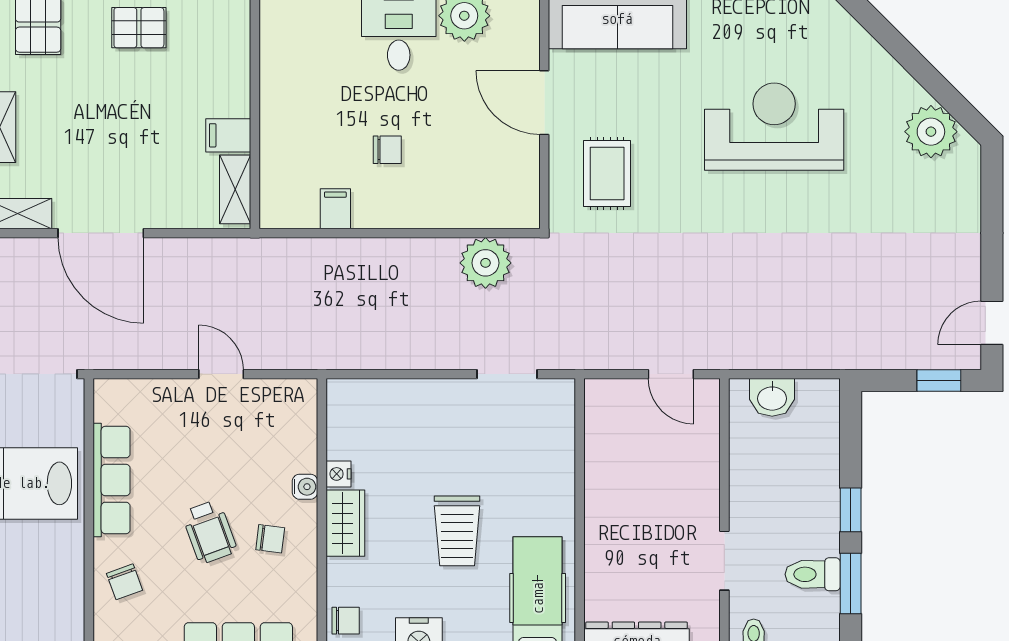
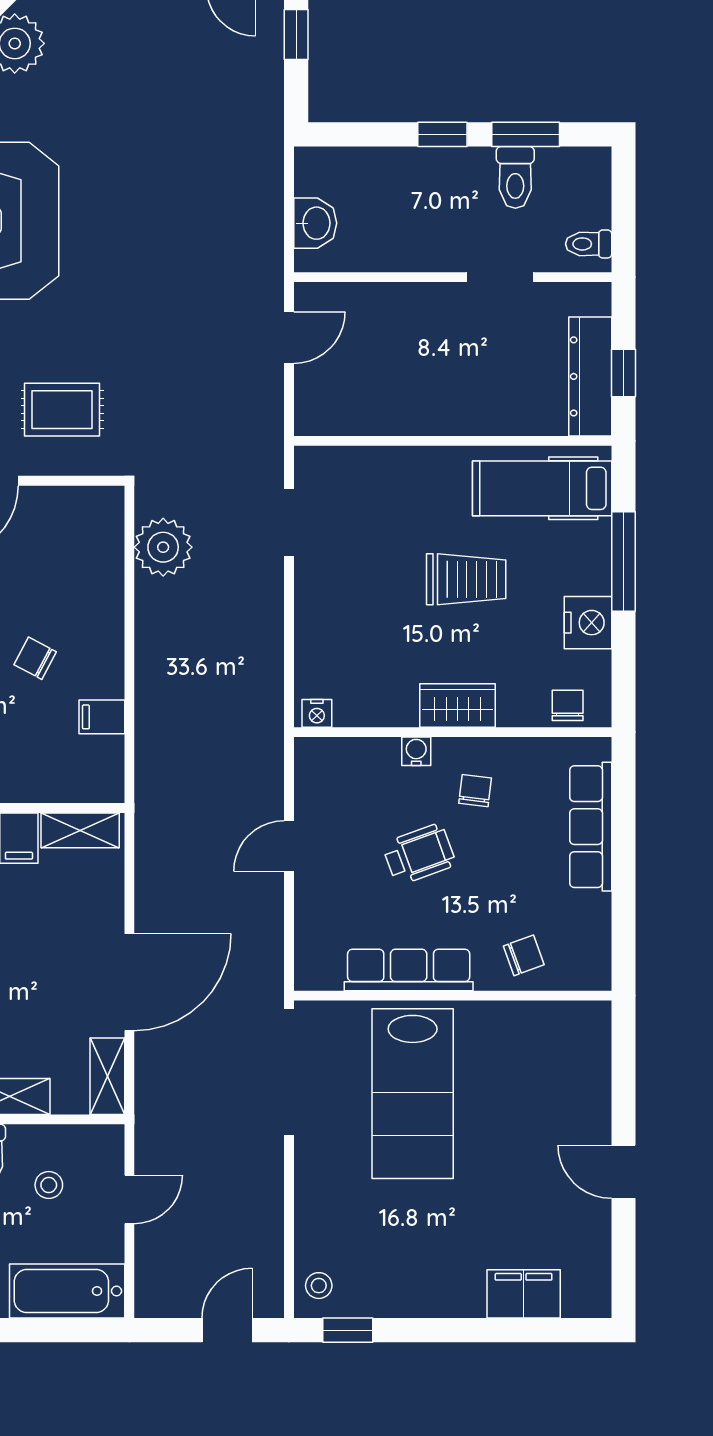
chair: (387, 150) -> (35, 658), turned -62
nightstand: (339, 474) -> (317, 713), moved
wheelchair: (209, 532) -> (419, 854), moved

